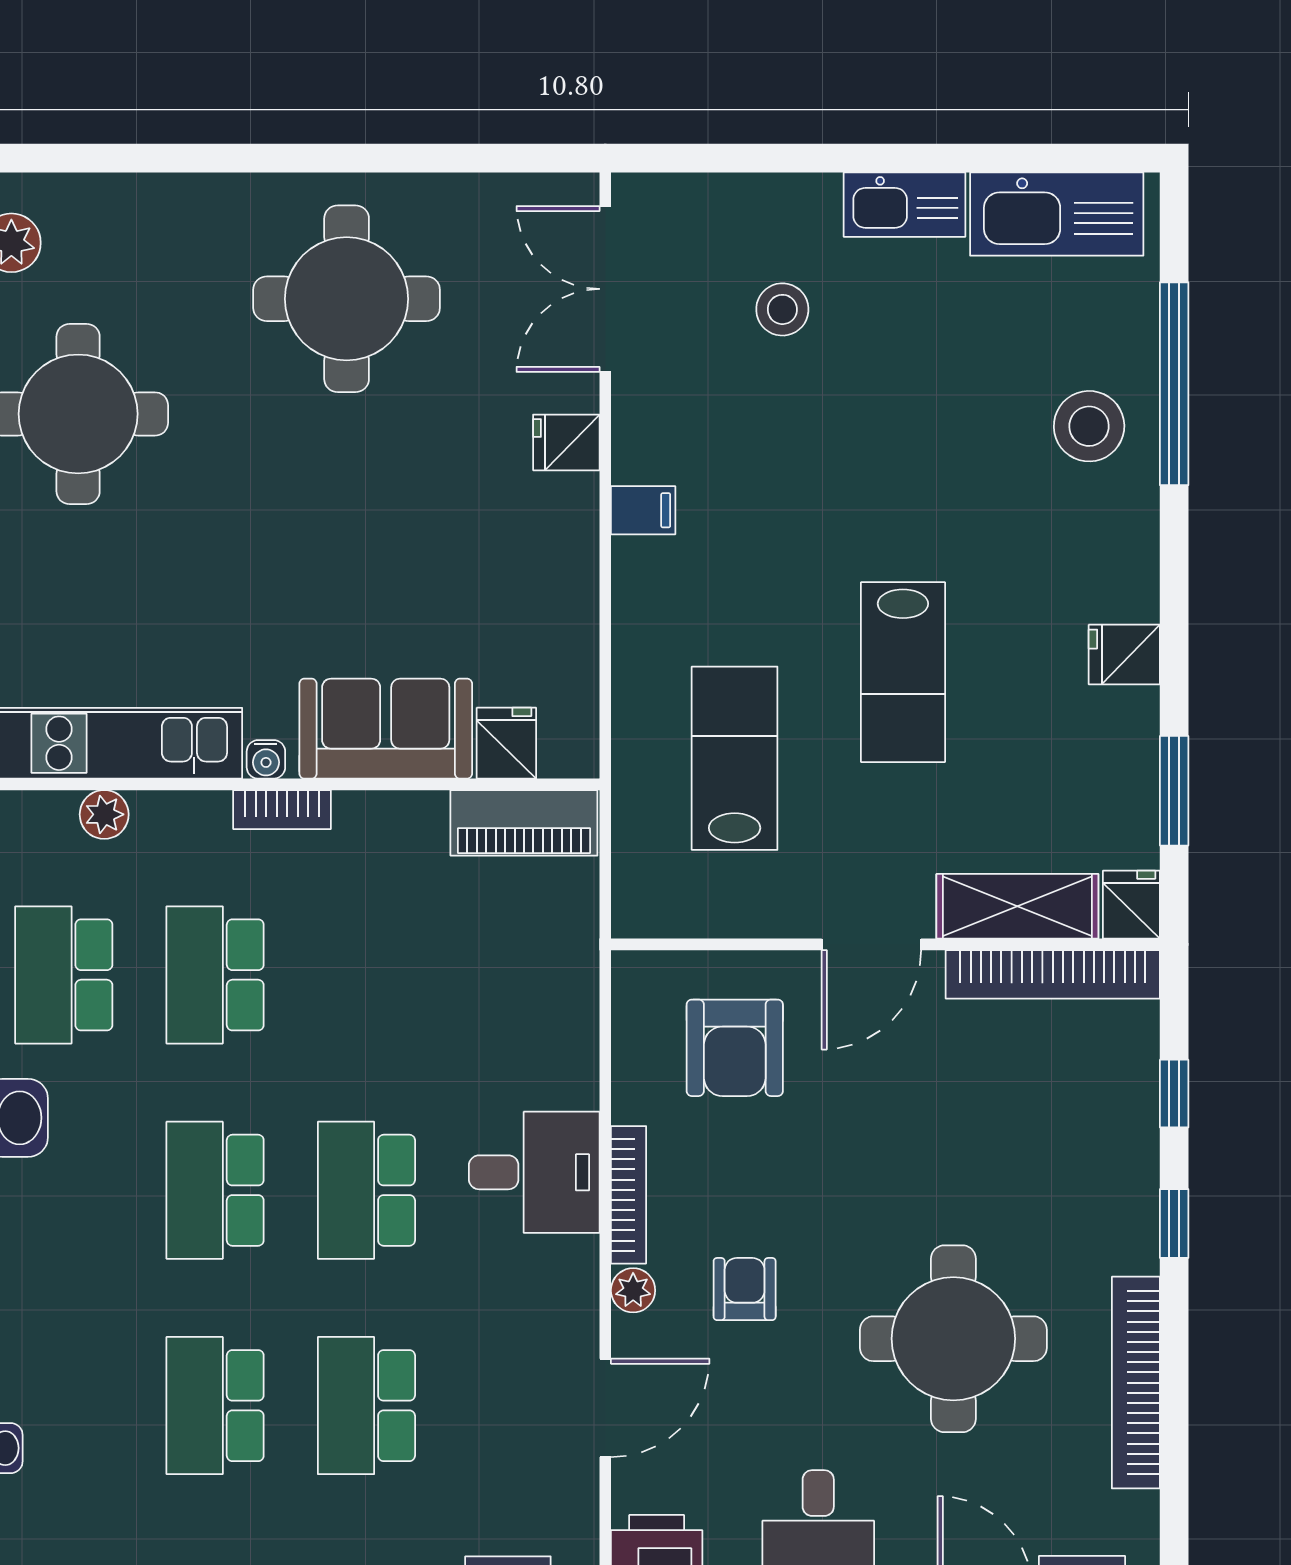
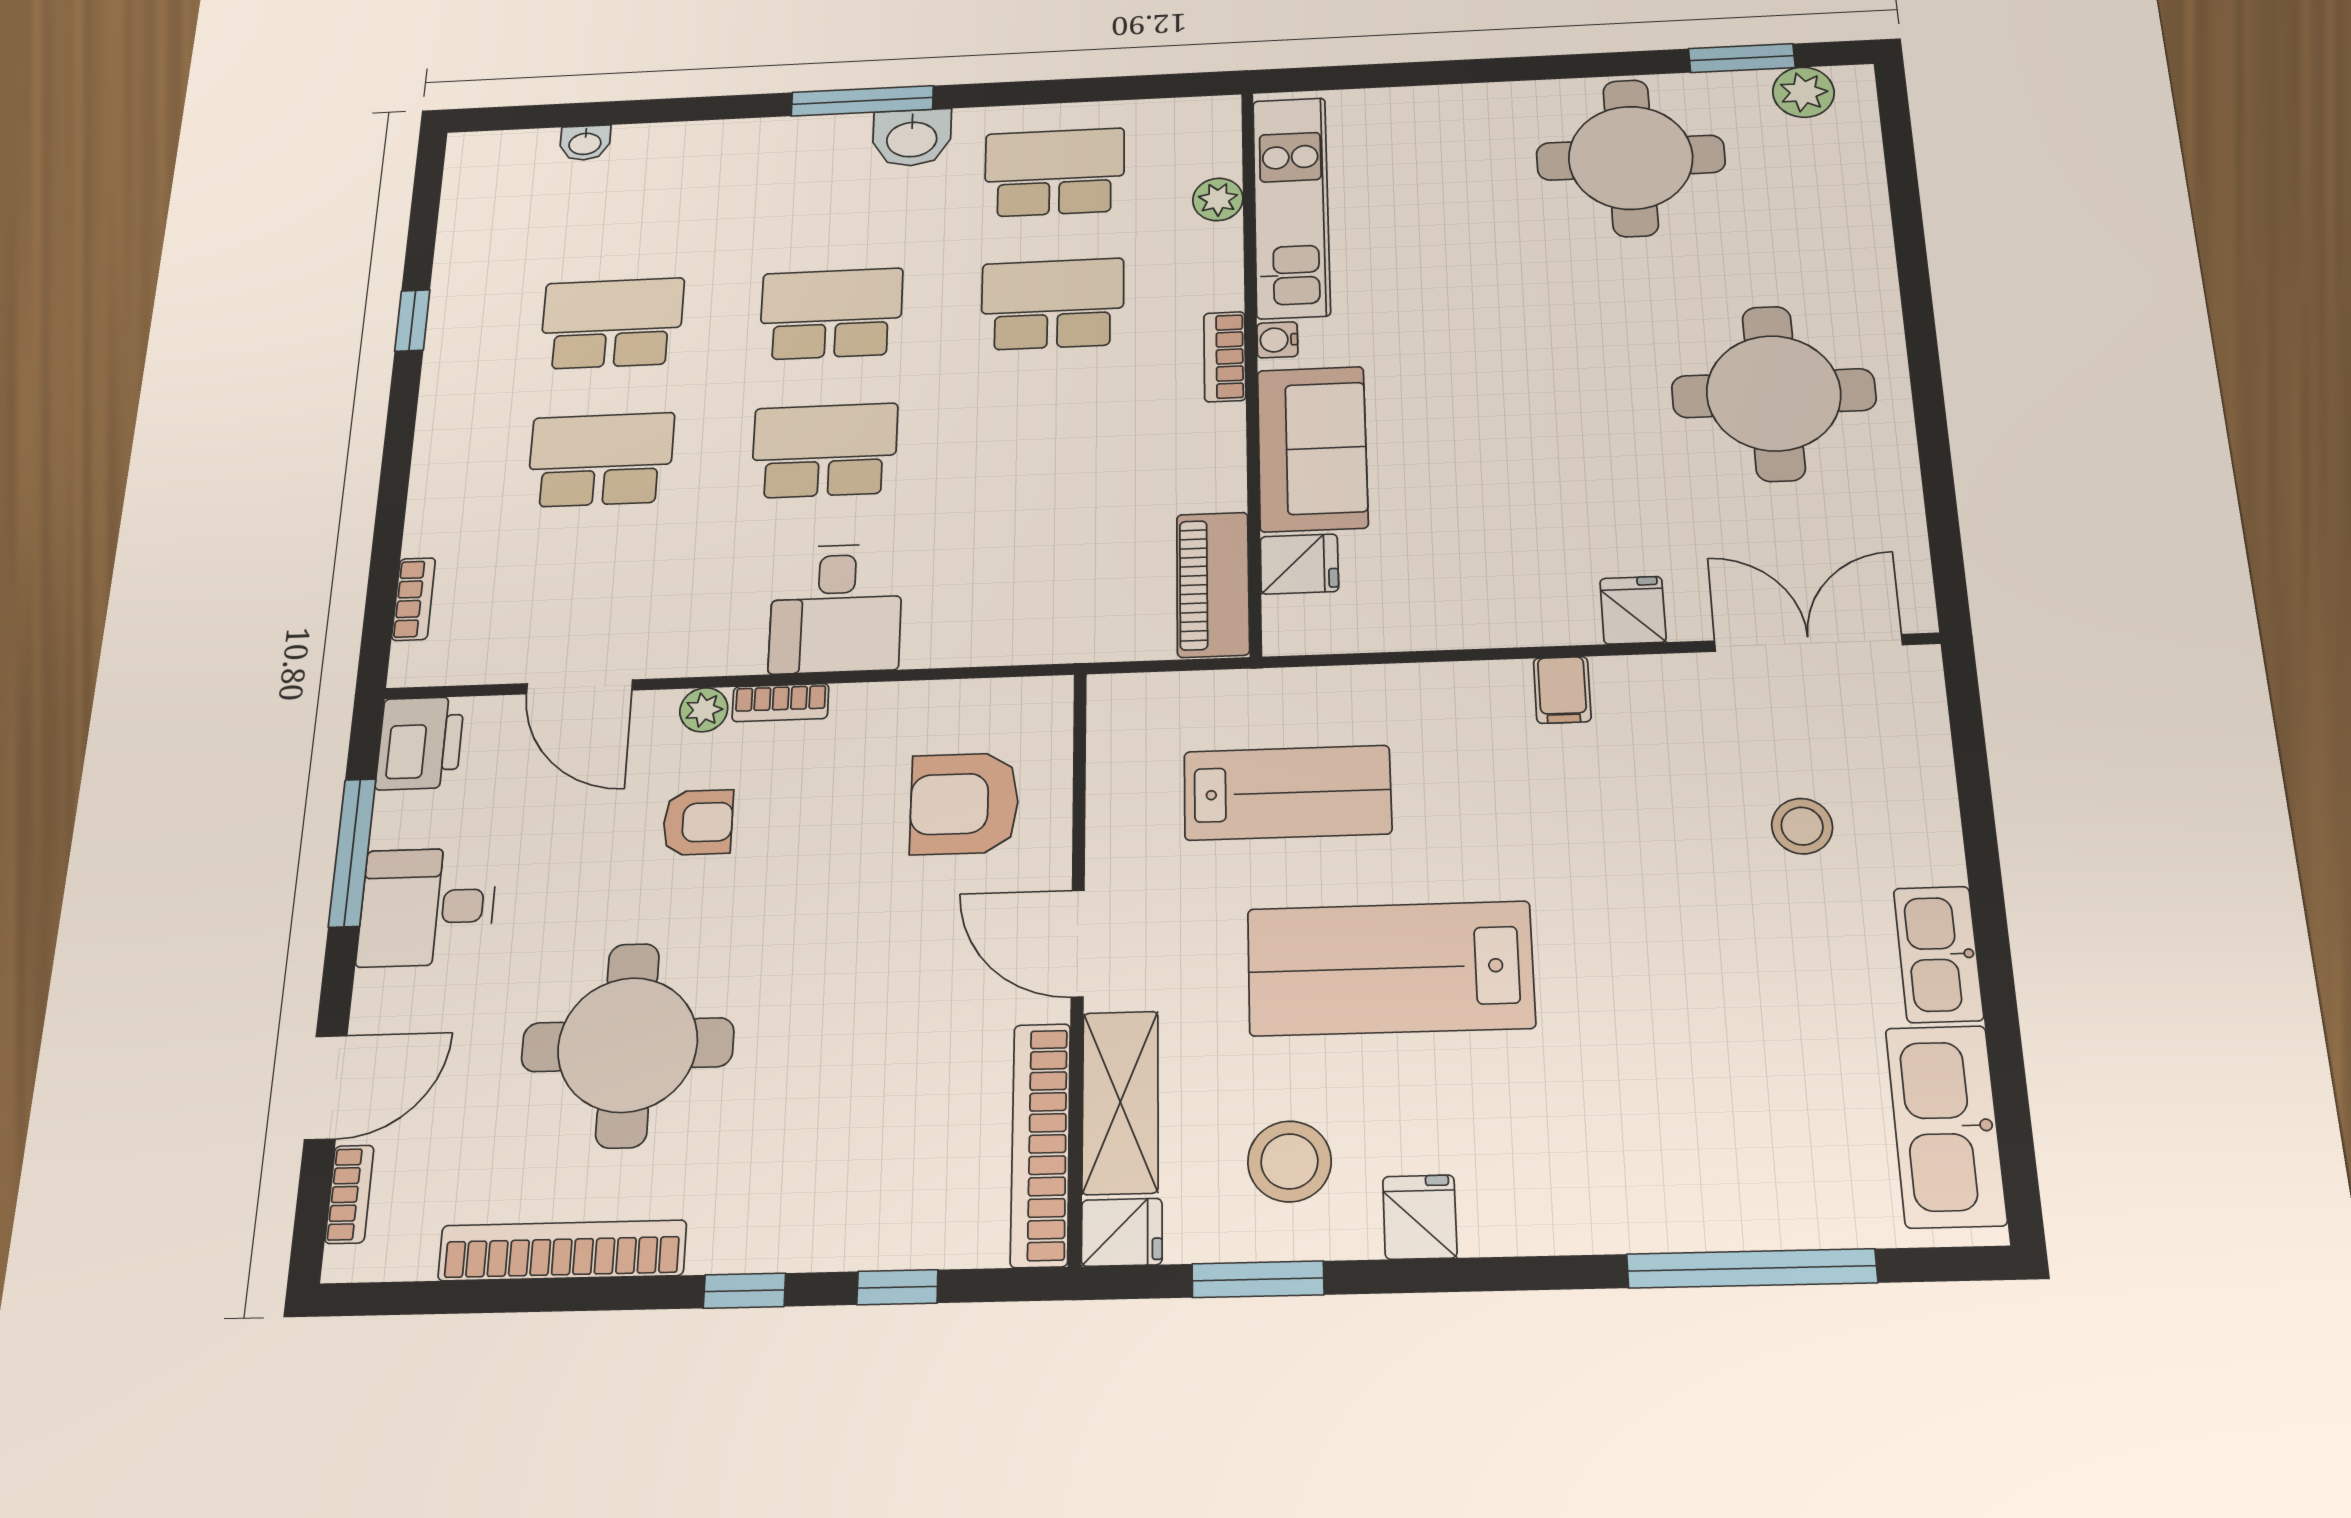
stool: (1089, 426) -> (1289, 1161), moved
lab bench: (903, 672) -> (1390, 968), width x1.36, depth x1.39
bookcase: (629, 1195) -> (780, 703), width x0.64

